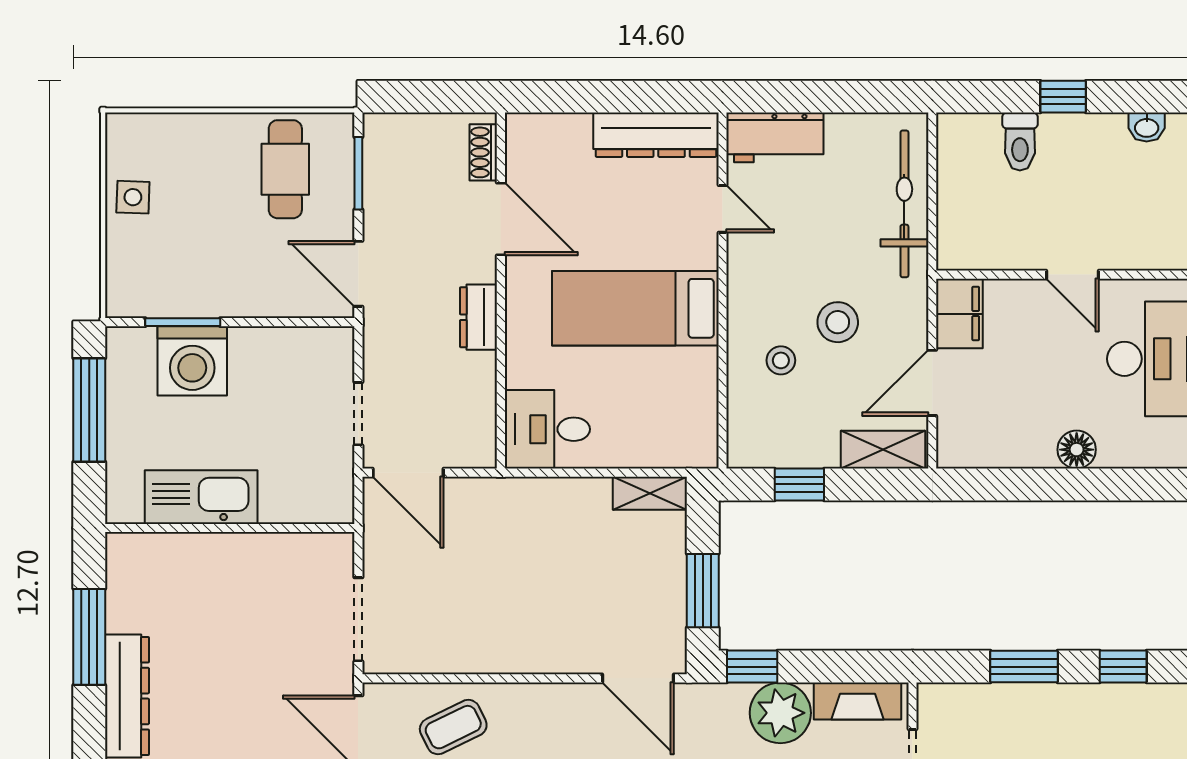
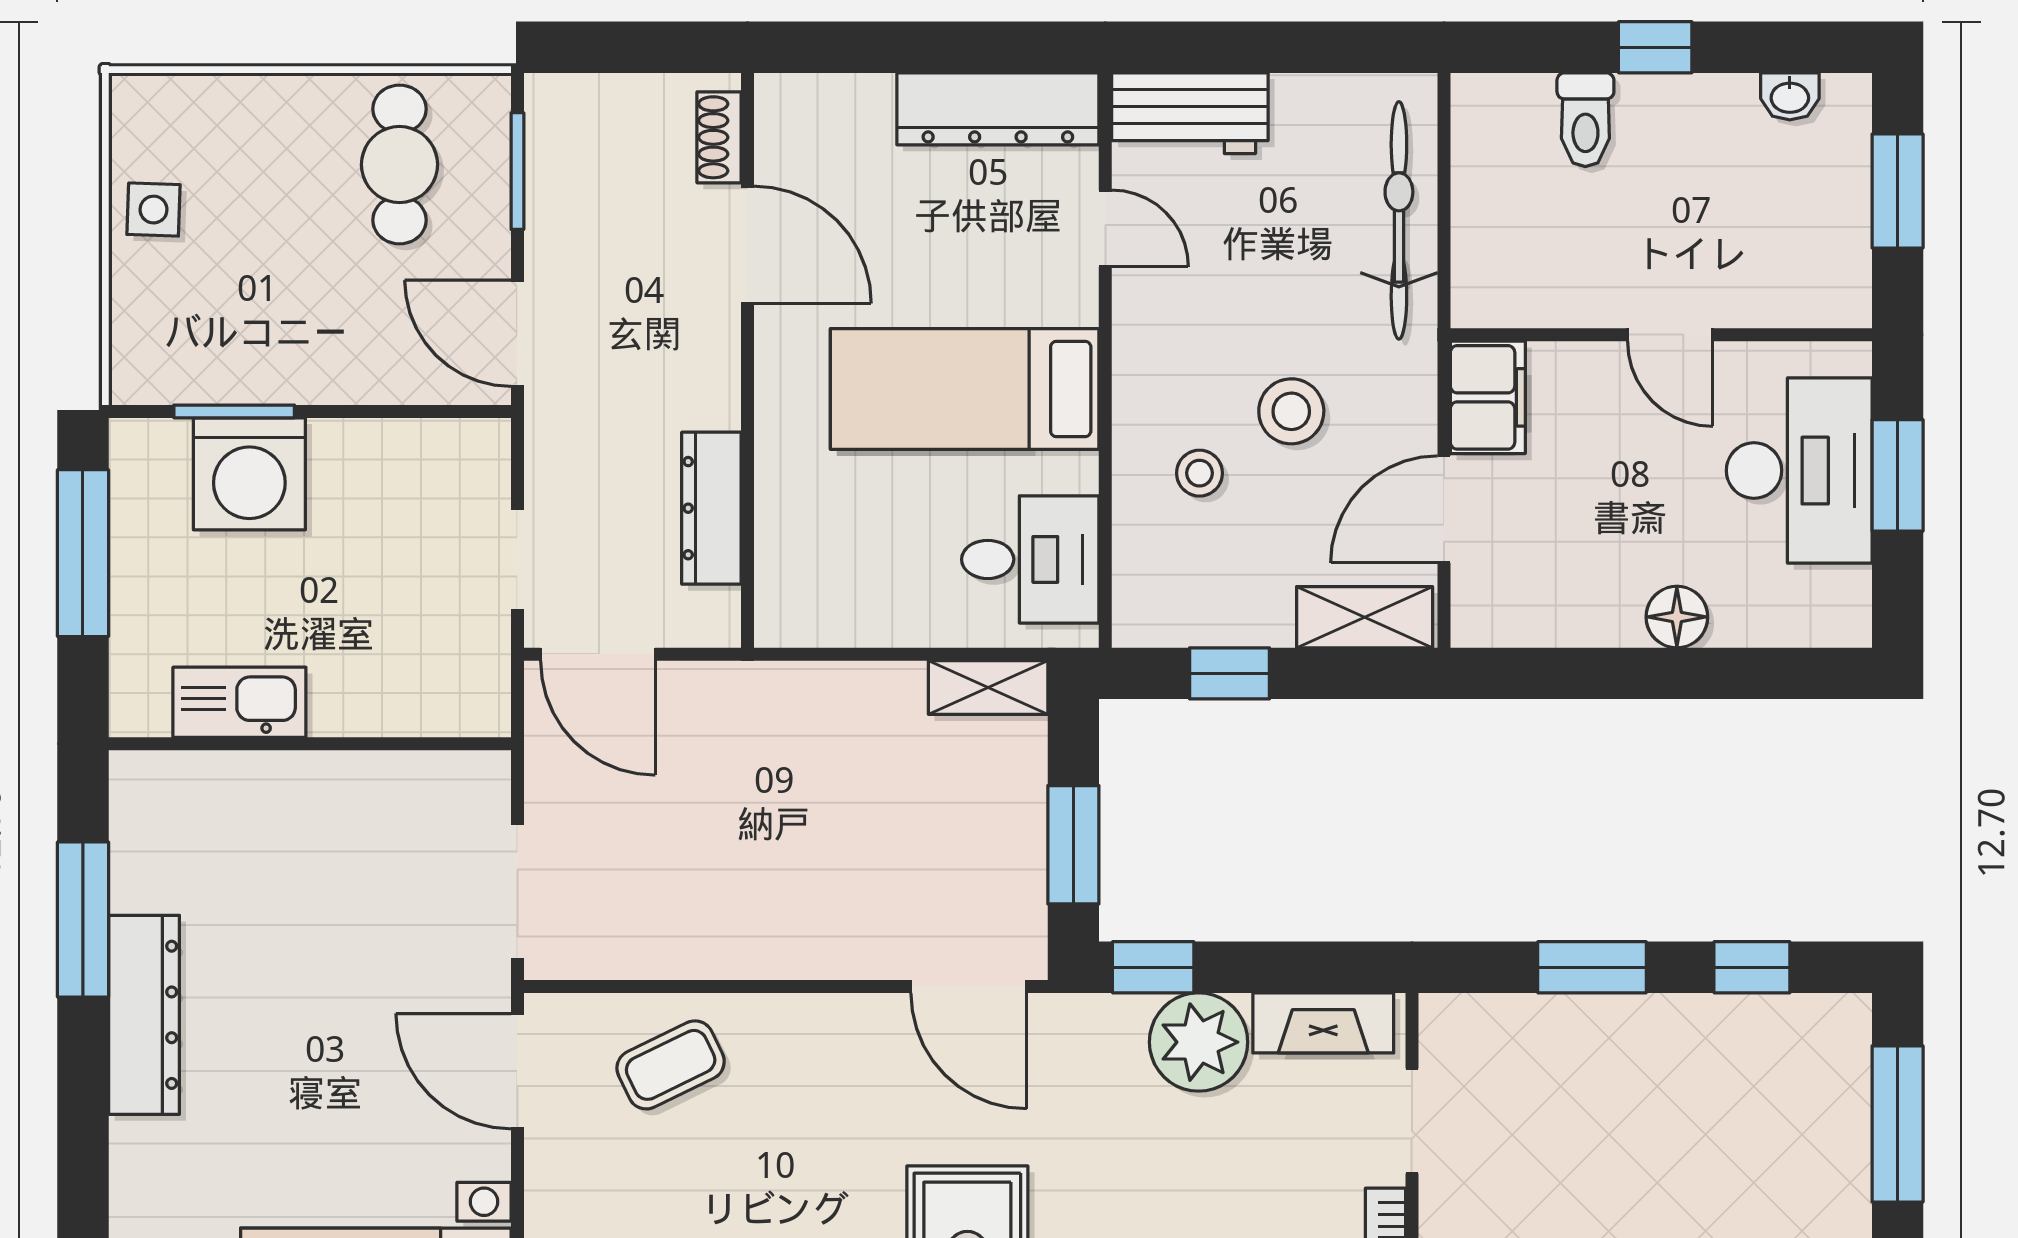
dresser: (478, 317) -> (711, 508), moved, width x1.44
desk: (547, 429) -> (1030, 559), moved, turned 180
kitchen sink: (201, 497) -> (239, 702), width x0.73, depth x0.81

